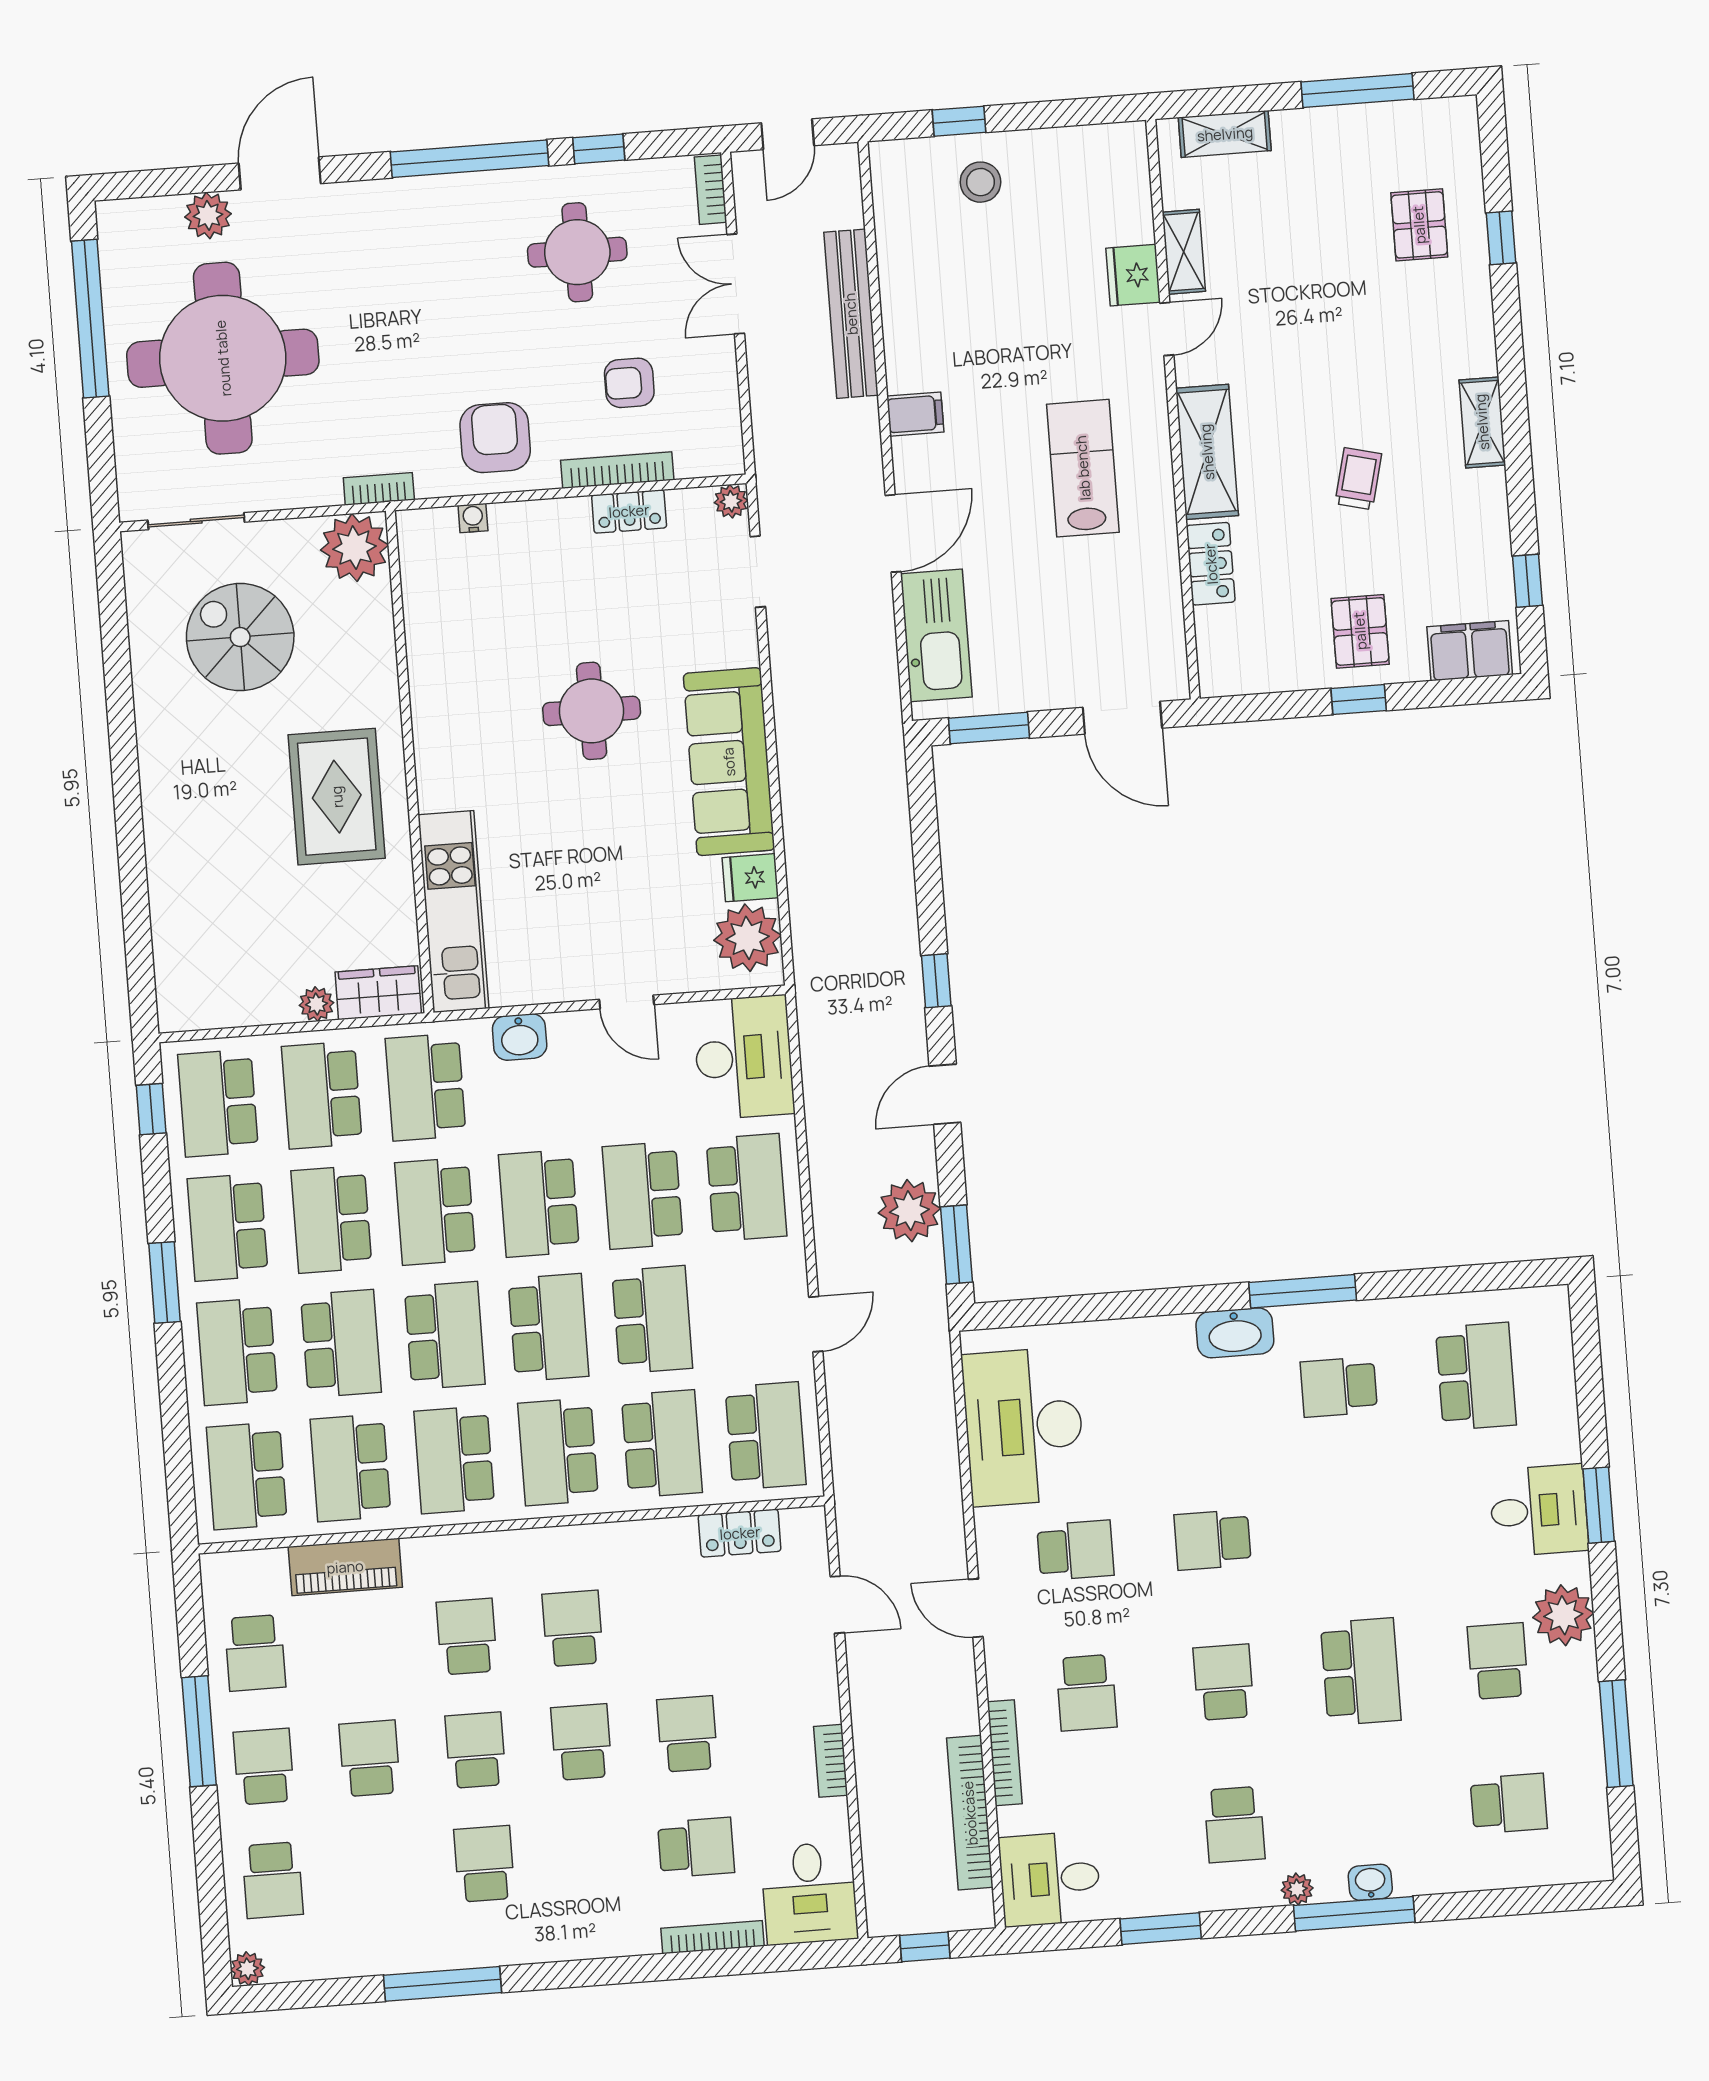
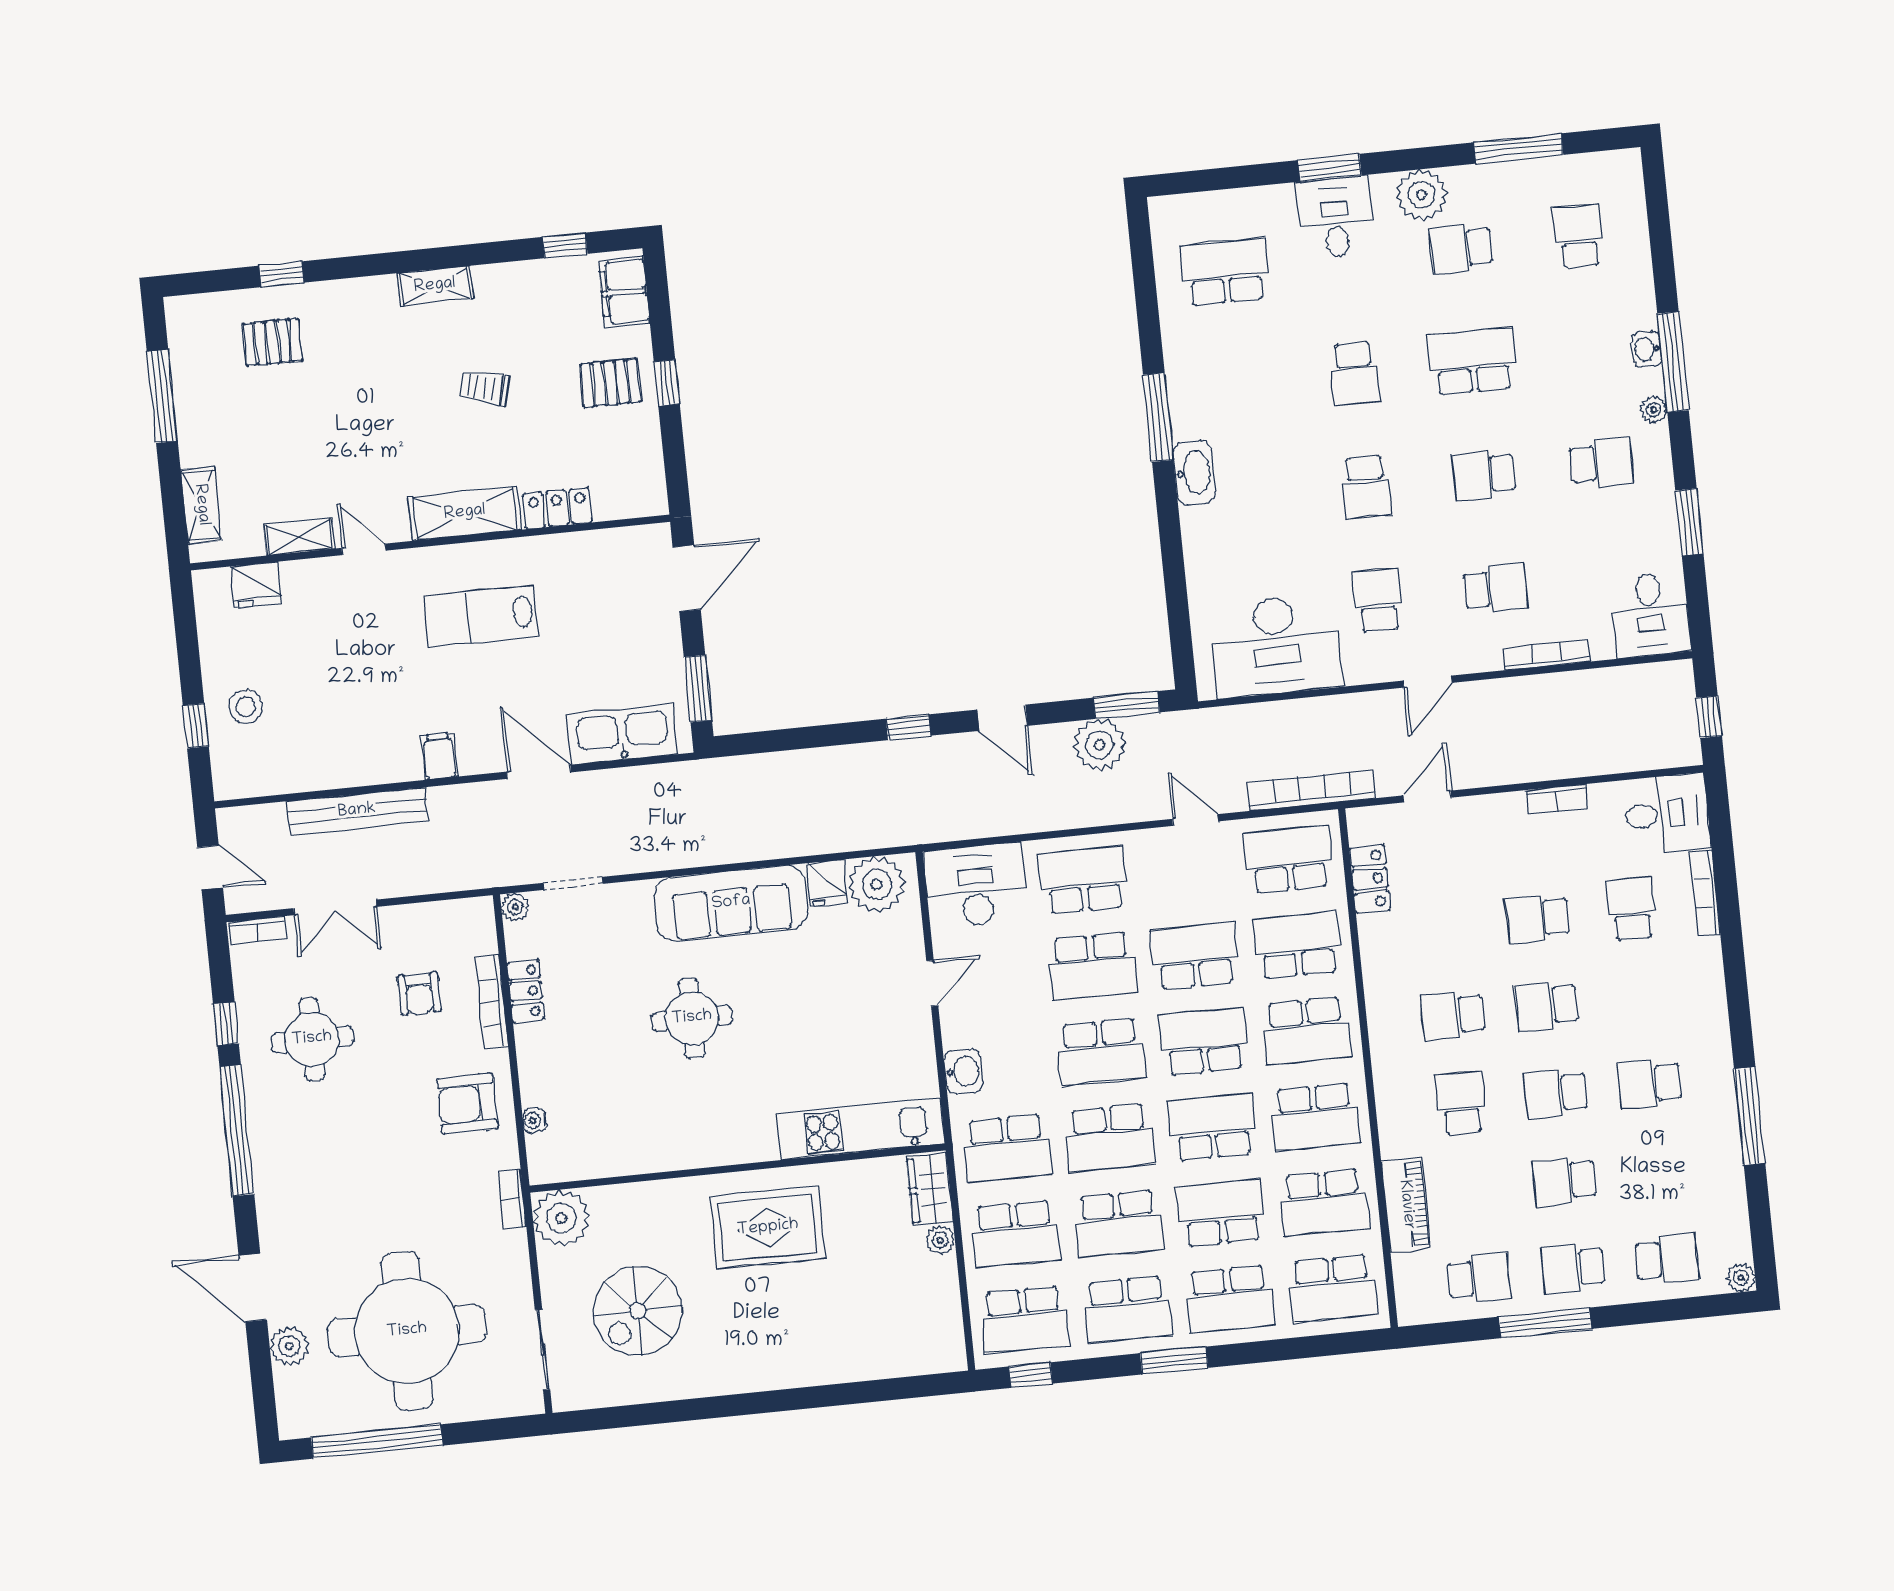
fridge: (1133, 275) -> (256, 585), moved
school desk: (1339, 1387) -> (1355, 373), moved
school desk: (467, 1637) -> (1461, 1103), turned 90
bookcase: (970, 1813) -> (1312, 790), moved, turned 180

